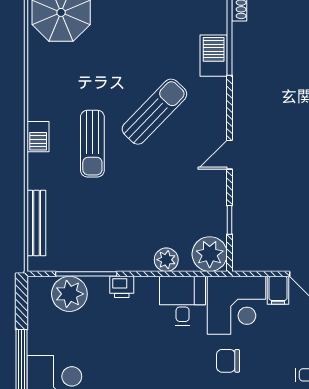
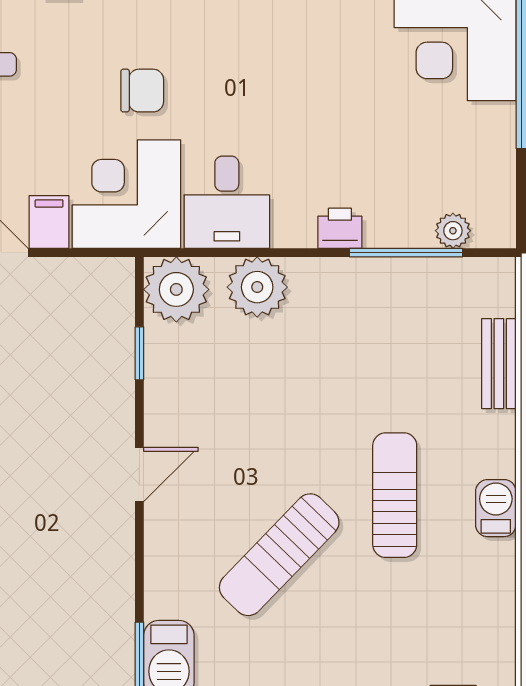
bench: (36, 223) -> (499, 364), width x0.73
plant: (166, 260) -> (257, 287), width x1.36, depth x1.36
plant: (69, 294) -> (453, 231), width x0.53, depth x0.53

